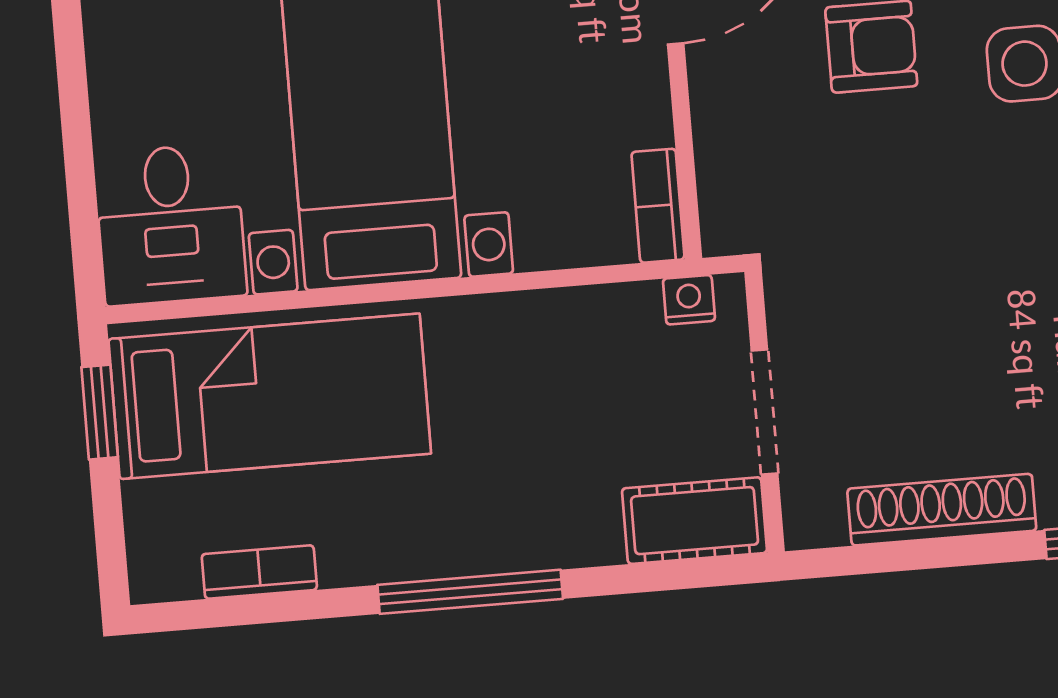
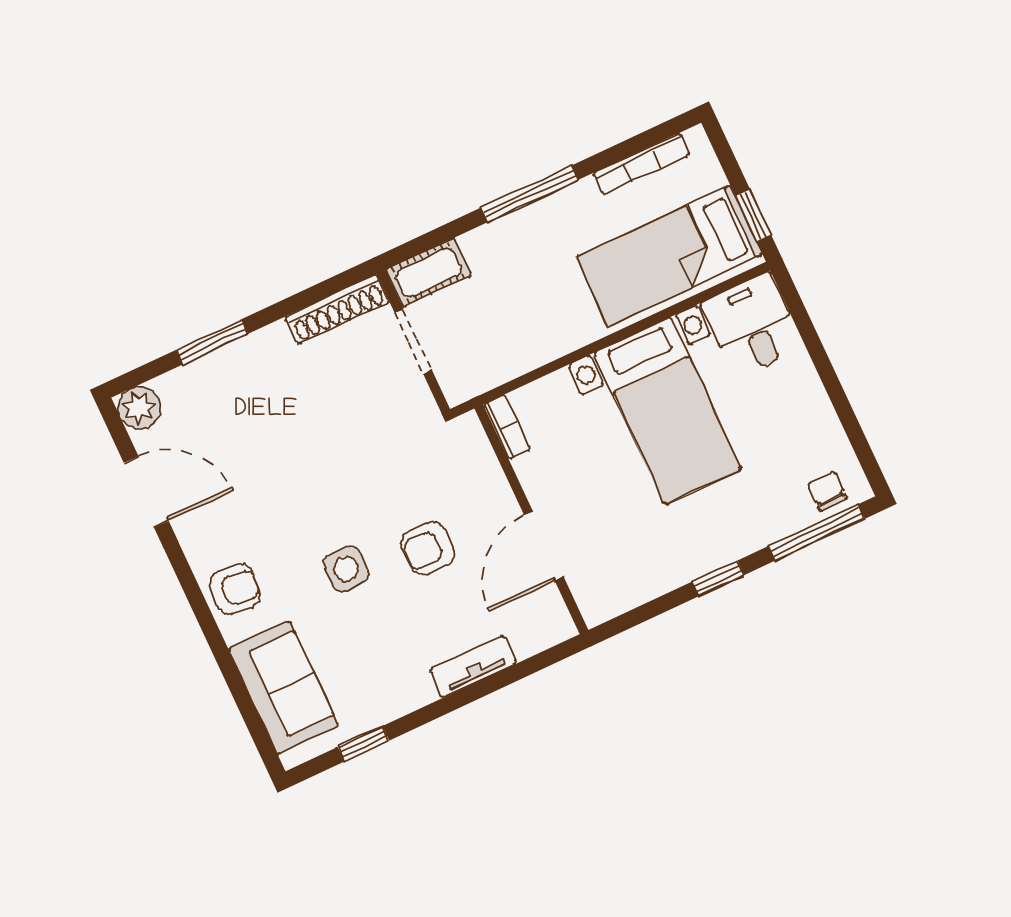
nightstand: (689, 300) -> (473, 384), removed
shoe rack: (942, 510) -> (337, 309), moved
bookcase: (259, 572) -> (641, 164), width x1.56

